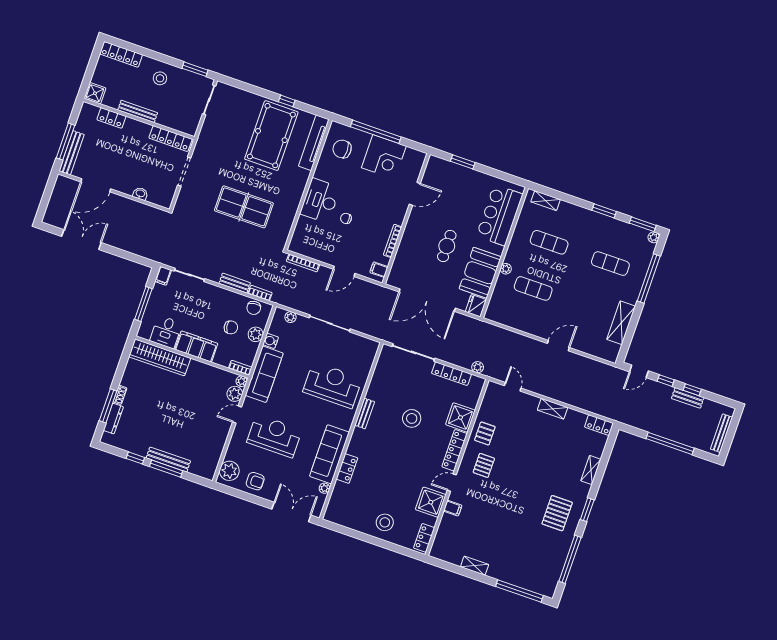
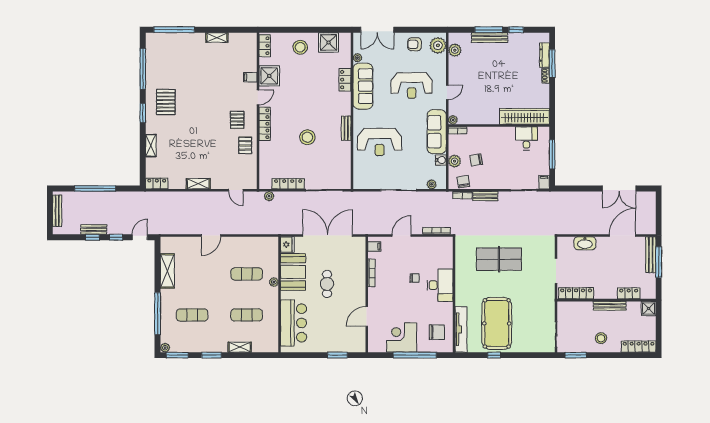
washbasin: (140, 194) -> (585, 243), width x1.91, depth x1.45
shelving: (546, 201) -> (240, 347), moved
filing cabinet: (196, 346) -> (498, 135), removed
plant: (235, 394) -> (455, 50), moved
shower: (460, 417) -> (329, 43), moved

